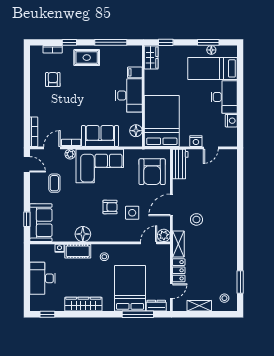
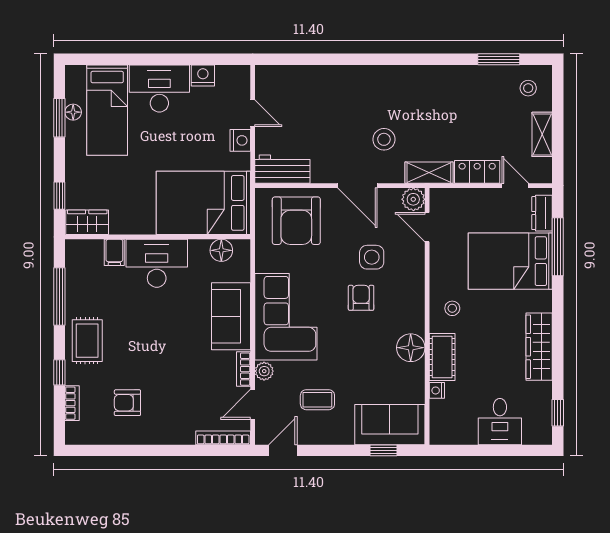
door: (52, 148) -> (253, 404), hinge flipped
armchair: (152, 172) -> (296, 221), turned 90
desk: (43, 278) -> (500, 422), width x0.73

